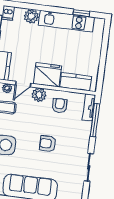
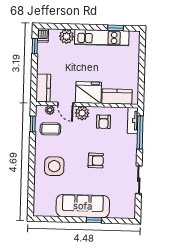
door: (23, 84) -> (65, 104), hinge flipped
armchair: (60, 106) -> (104, 122), turned 180
armchair: (48, 144) -> (96, 160), turned 180

